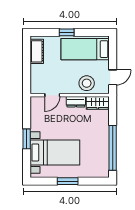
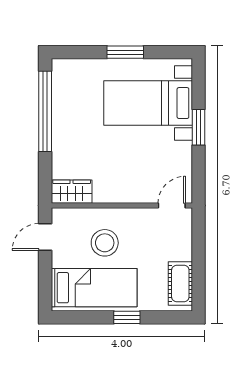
stool: (87, 83) -> (105, 243), moved
door: (52, 95) -> (172, 205), moved
dresser: (76, 102) -> (111, 194), removed

